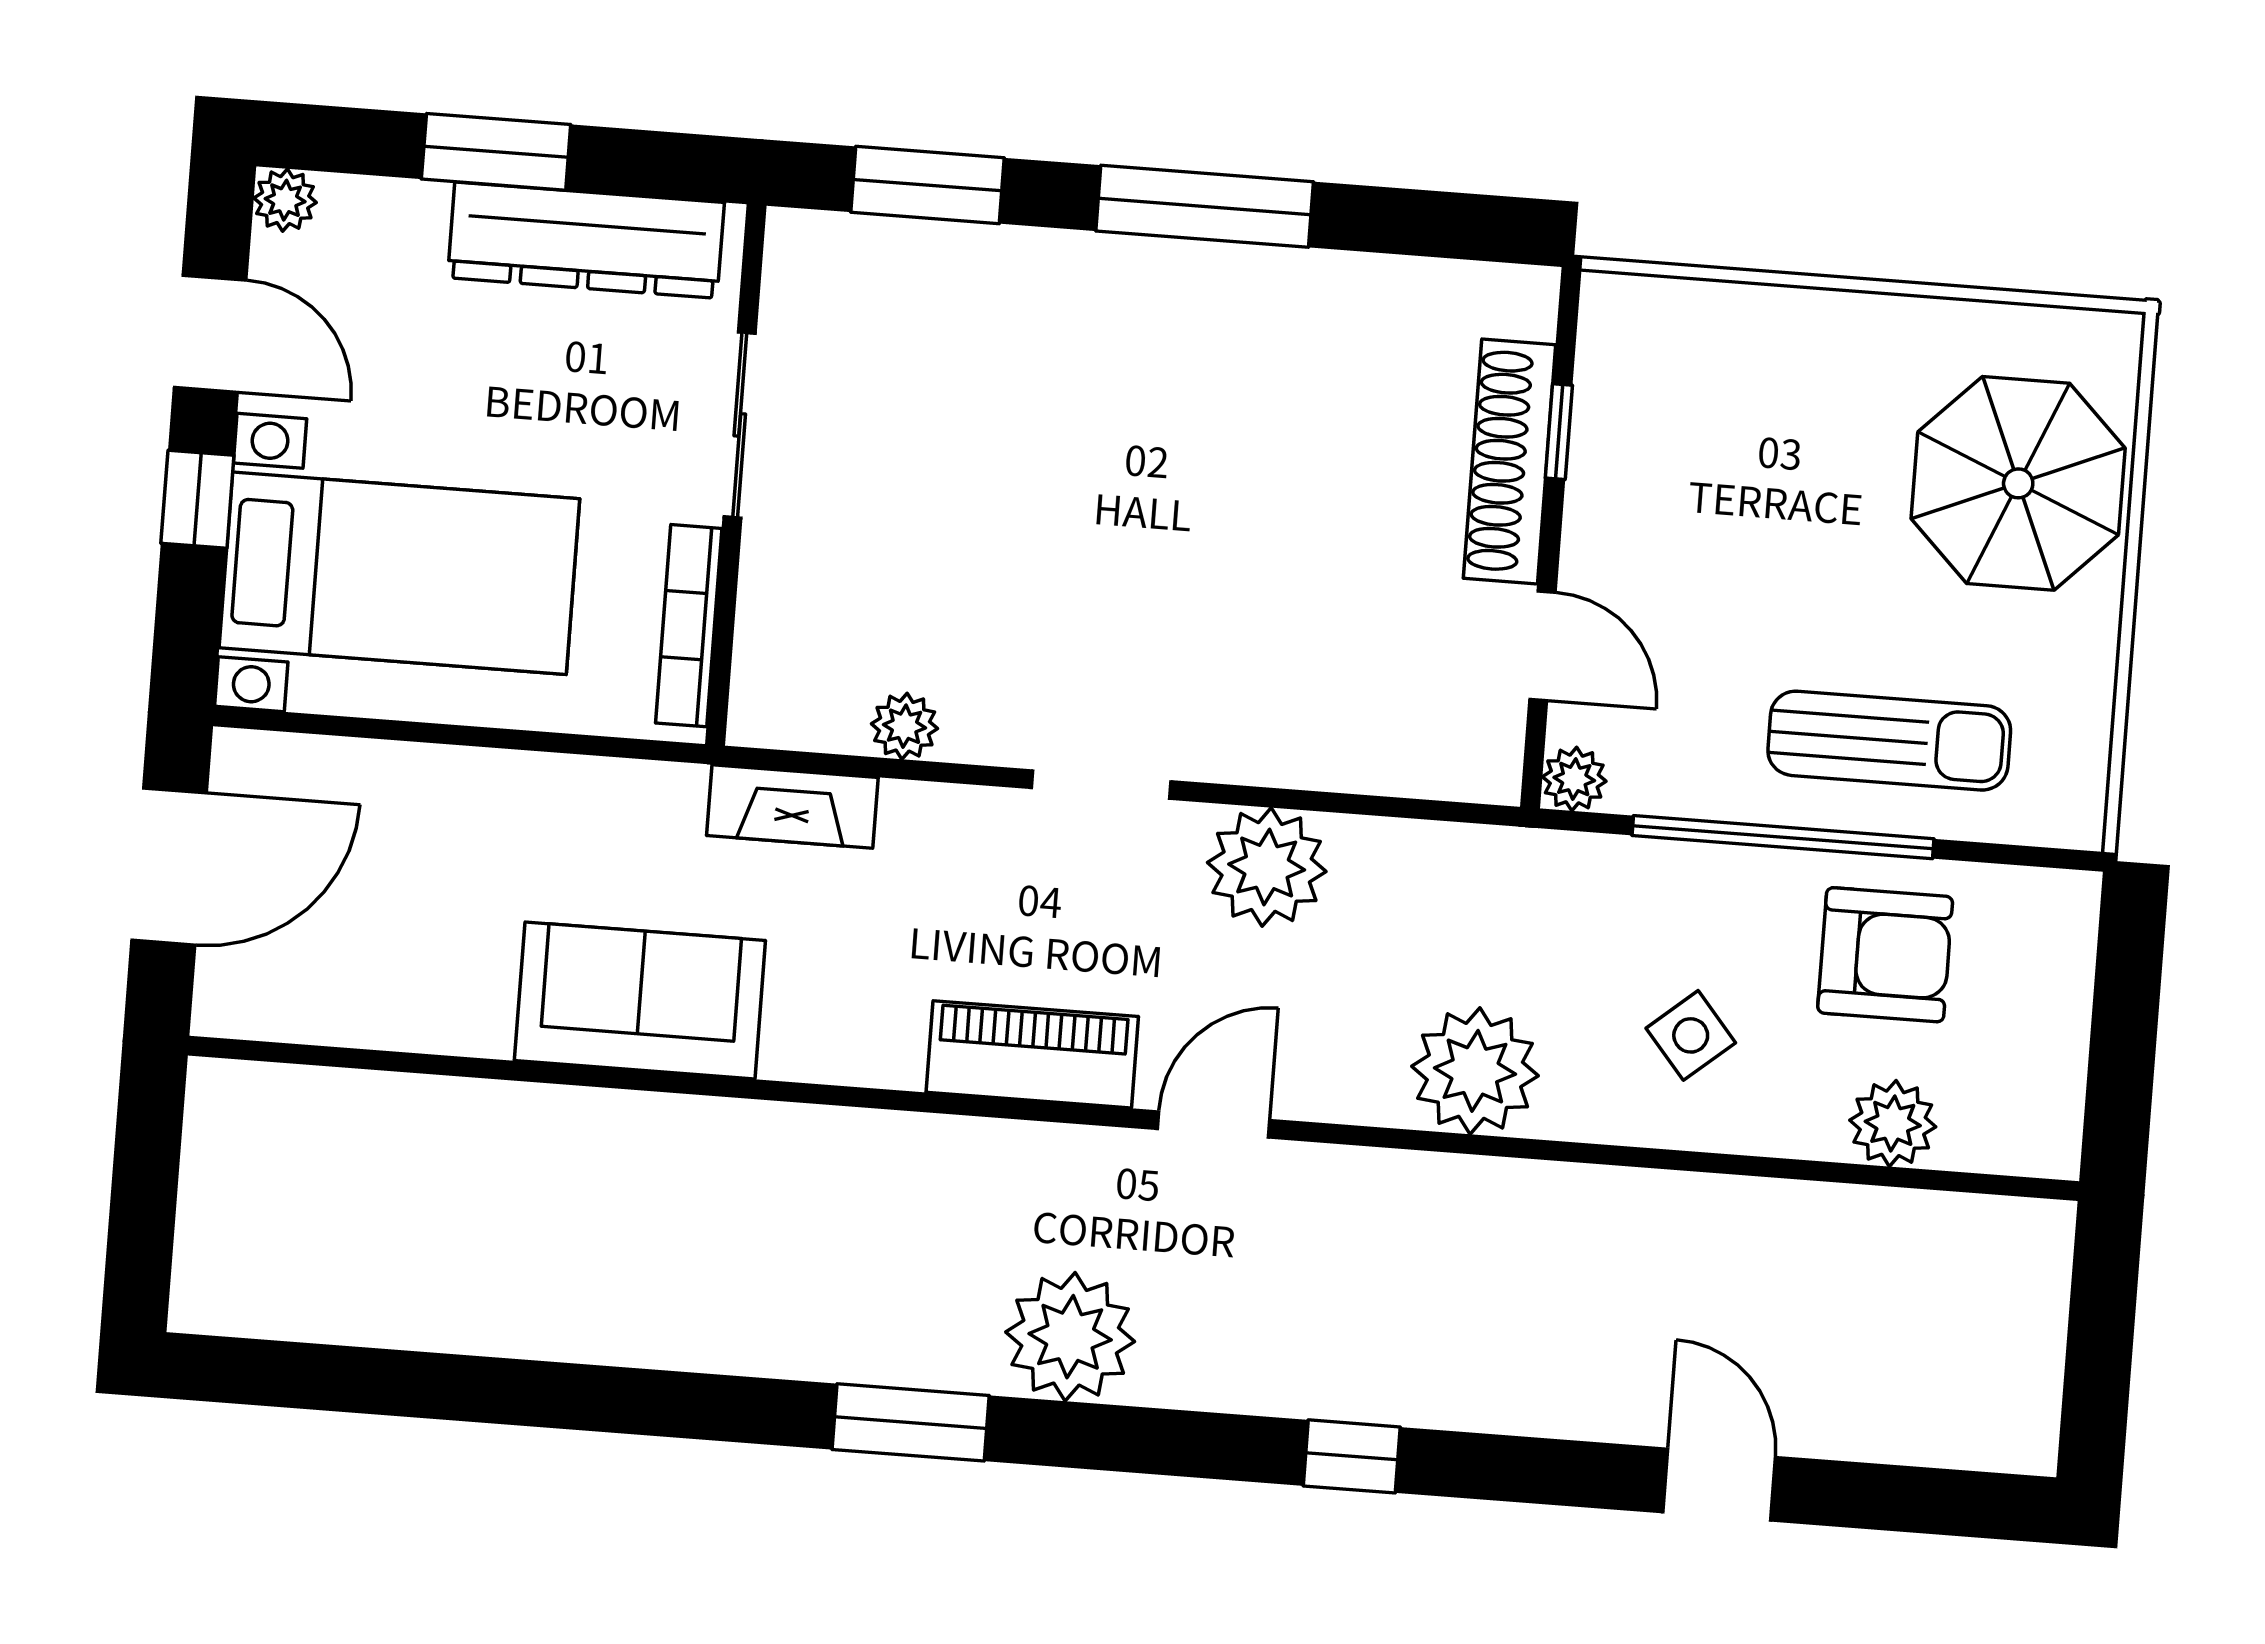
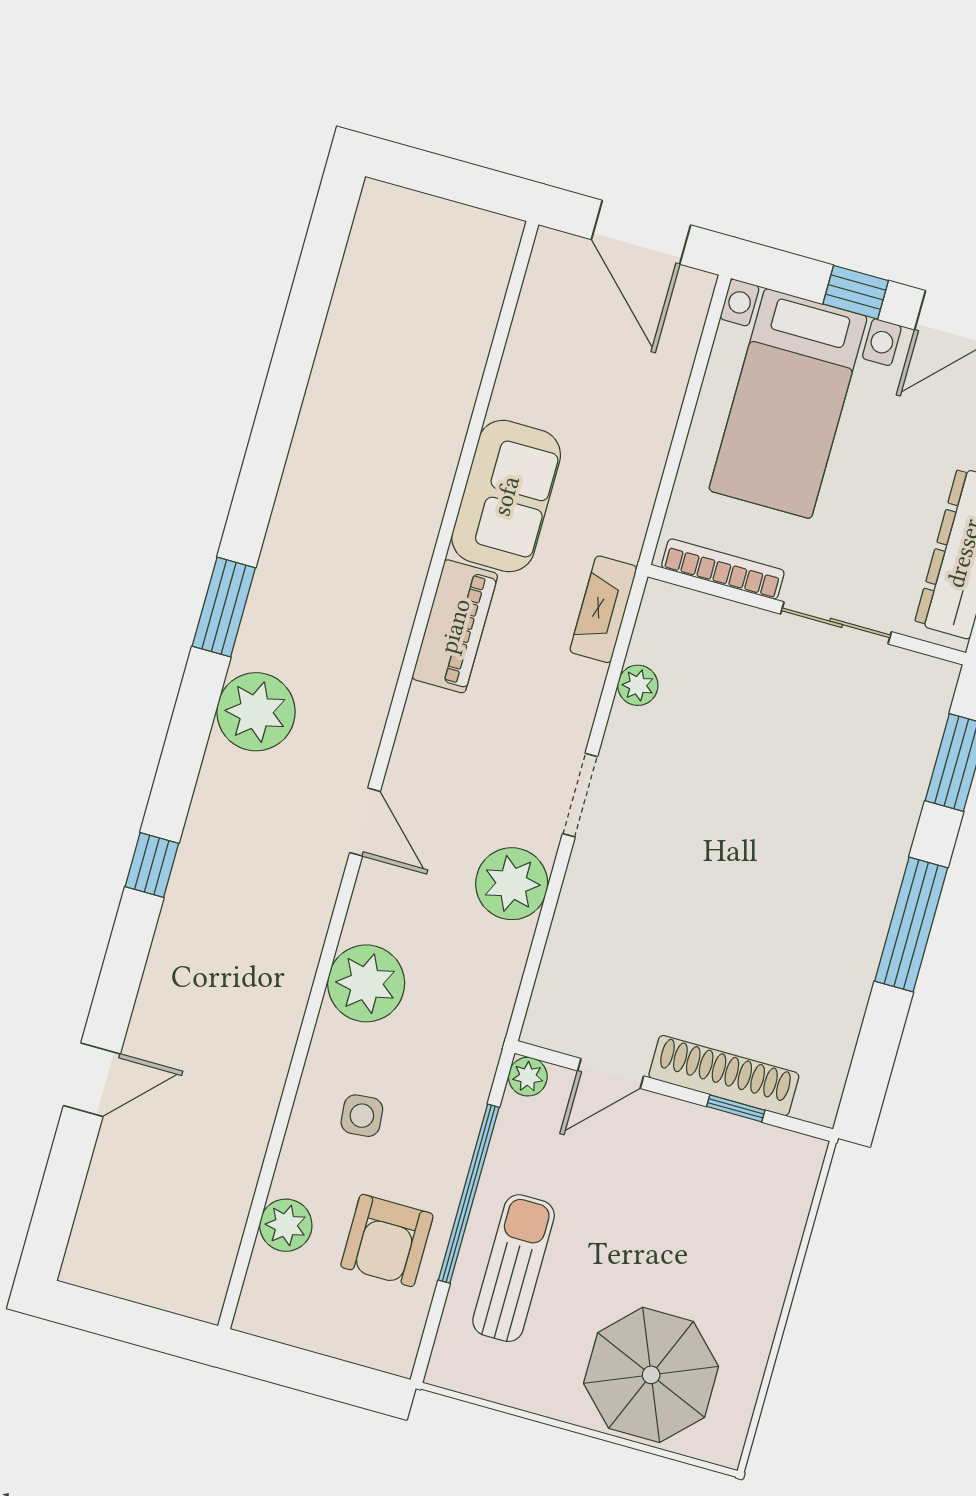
sun lounger: (1889, 741) -> (514, 1268), turned 180
side table: (1691, 1035) -> (362, 1116), turned 35
piano: (1032, 1054) -> (455, 626), moved

